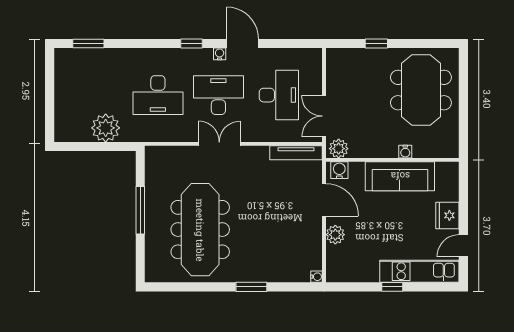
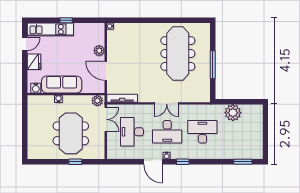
meeting table: (421, 90) -> (71, 133), moved
water cooler: (339, 170) -> (36, 88), moved
window: (251, 287) -> (148, 20), removed

